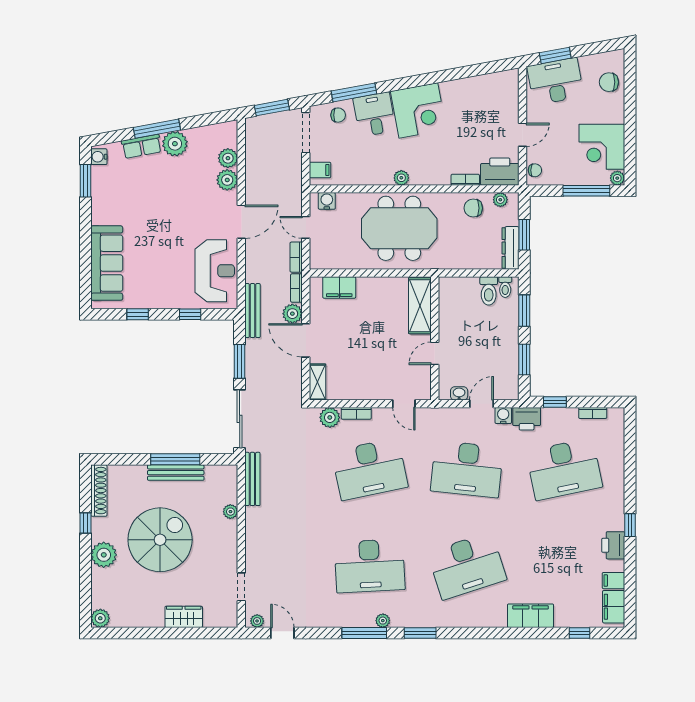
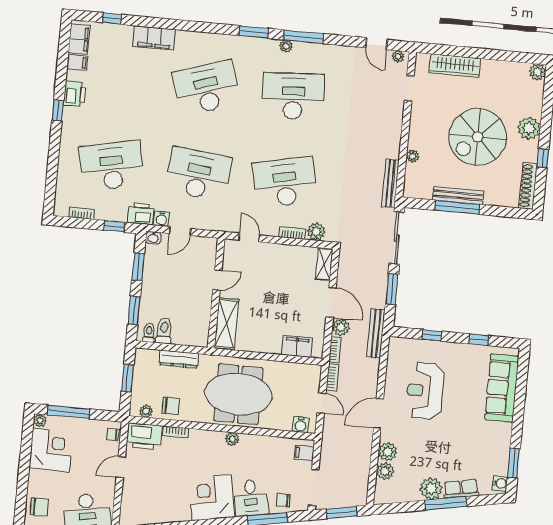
dresser: (510, 248) -> (179, 359), moved, turned 90
reception desk: (215, 271) -> (425, 391), moved
washbasin: (459, 393) -> (153, 238), moved
wardrobe: (184, 617) -> (455, 65), width x1.50

